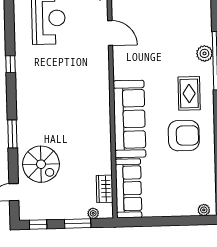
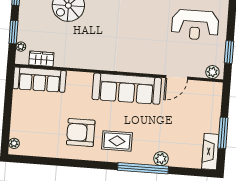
plant: (204, 53) -> (161, 159), moved
sofa: (129, 119) -> (127, 89), moved
armchair: (184, 136) -> (81, 133), turned 90

